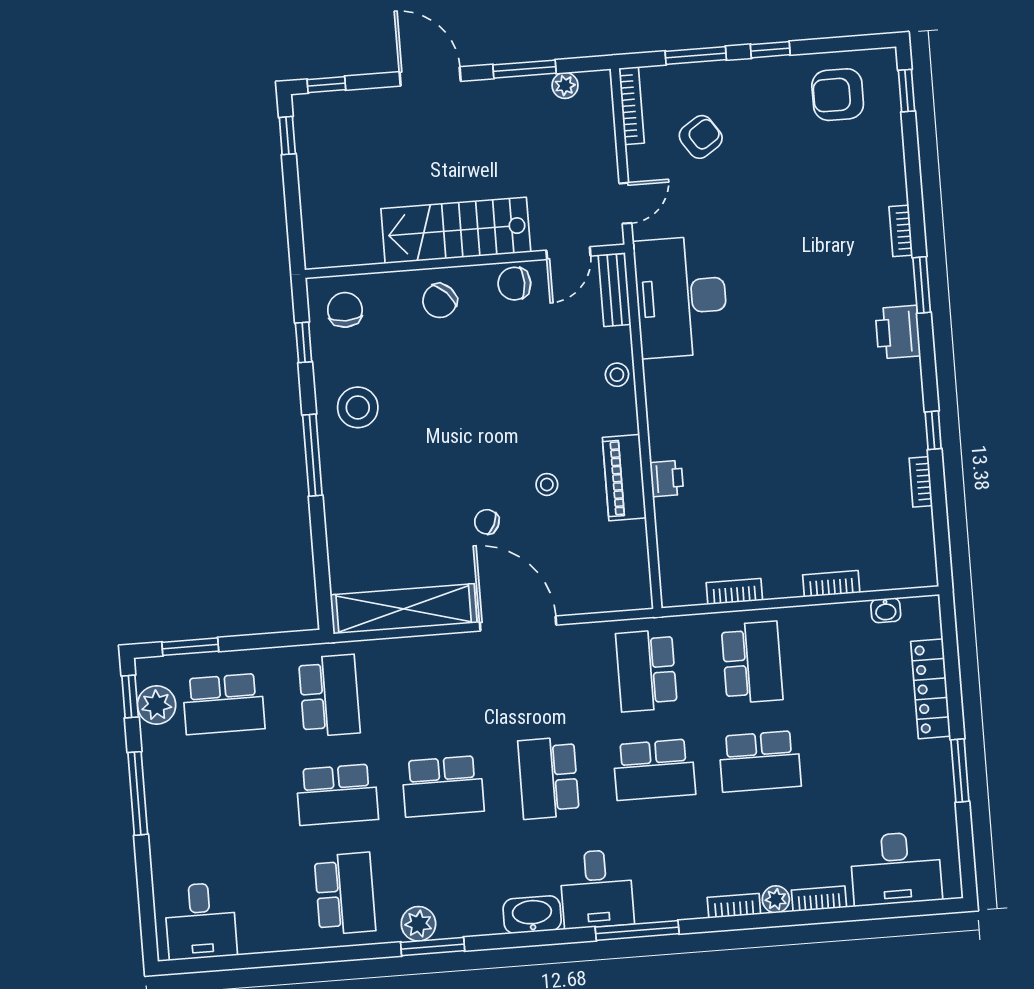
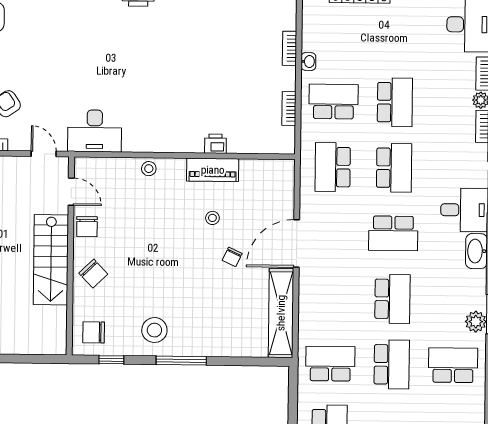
bench: (615, 290) -> (96, 165), removed
desk: (681, 297) -> (95, 131), width x0.73, depth x0.77
washbasin: (886, 610) -> (308, 62), moved
school desk: (646, 671) -> (333, 167), turned 90

